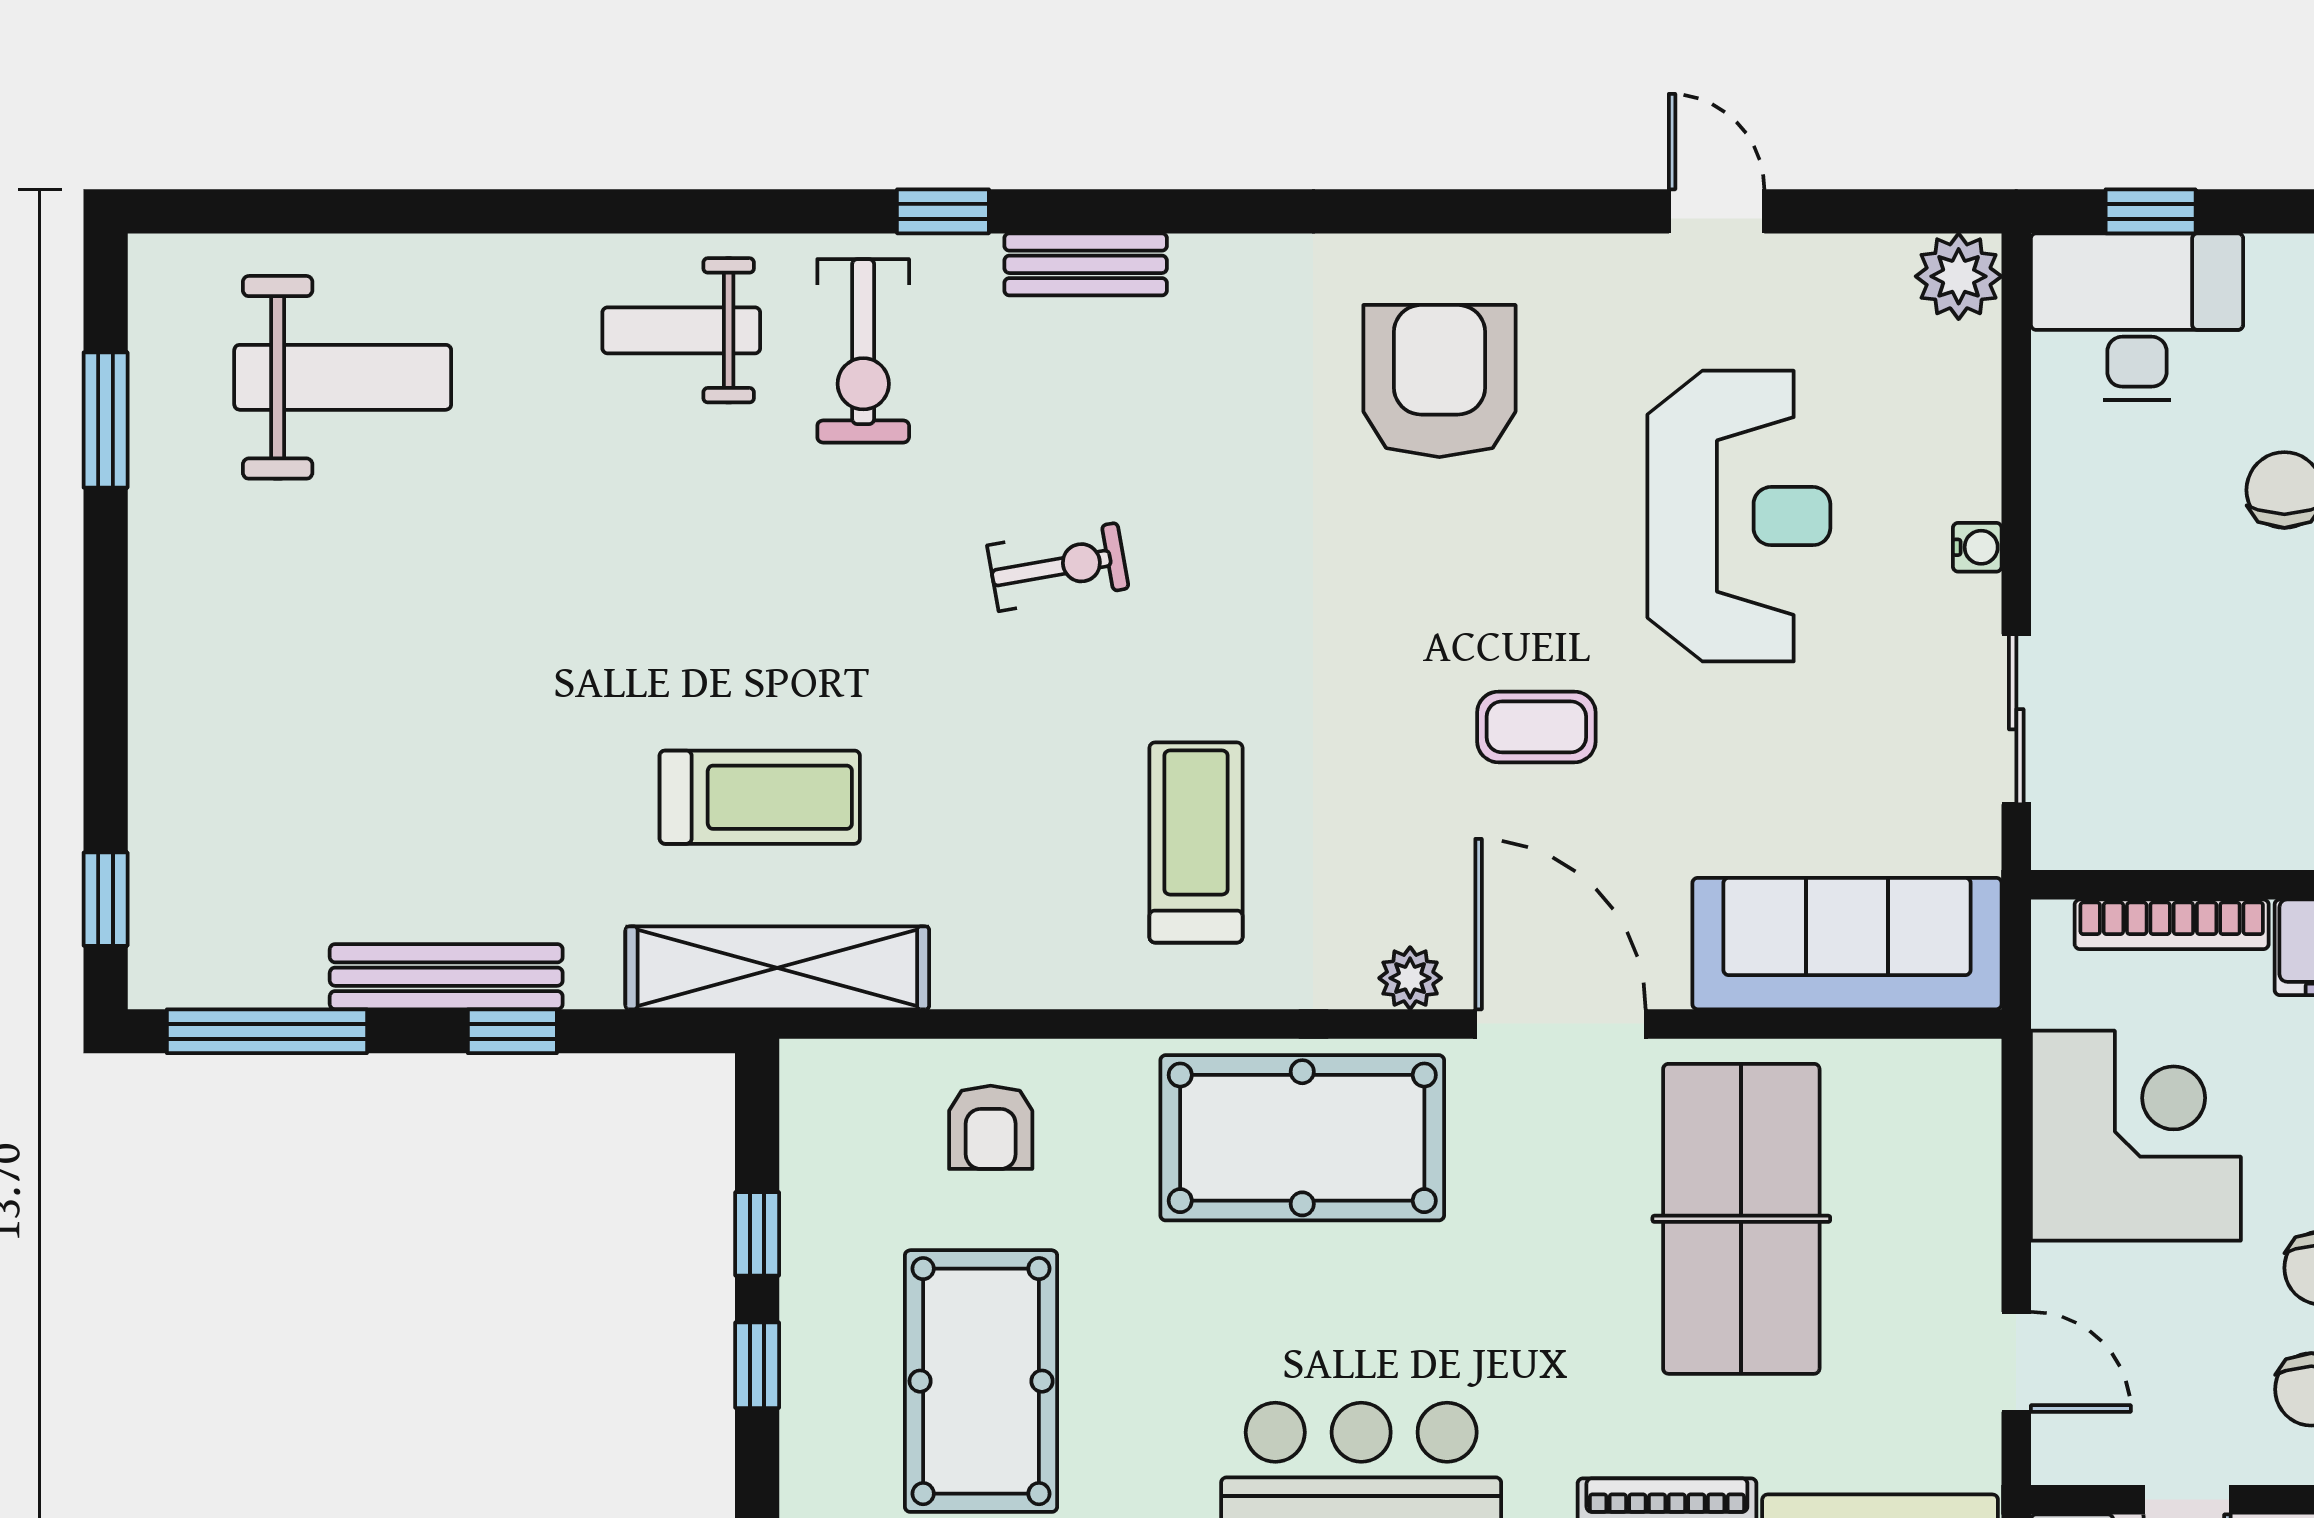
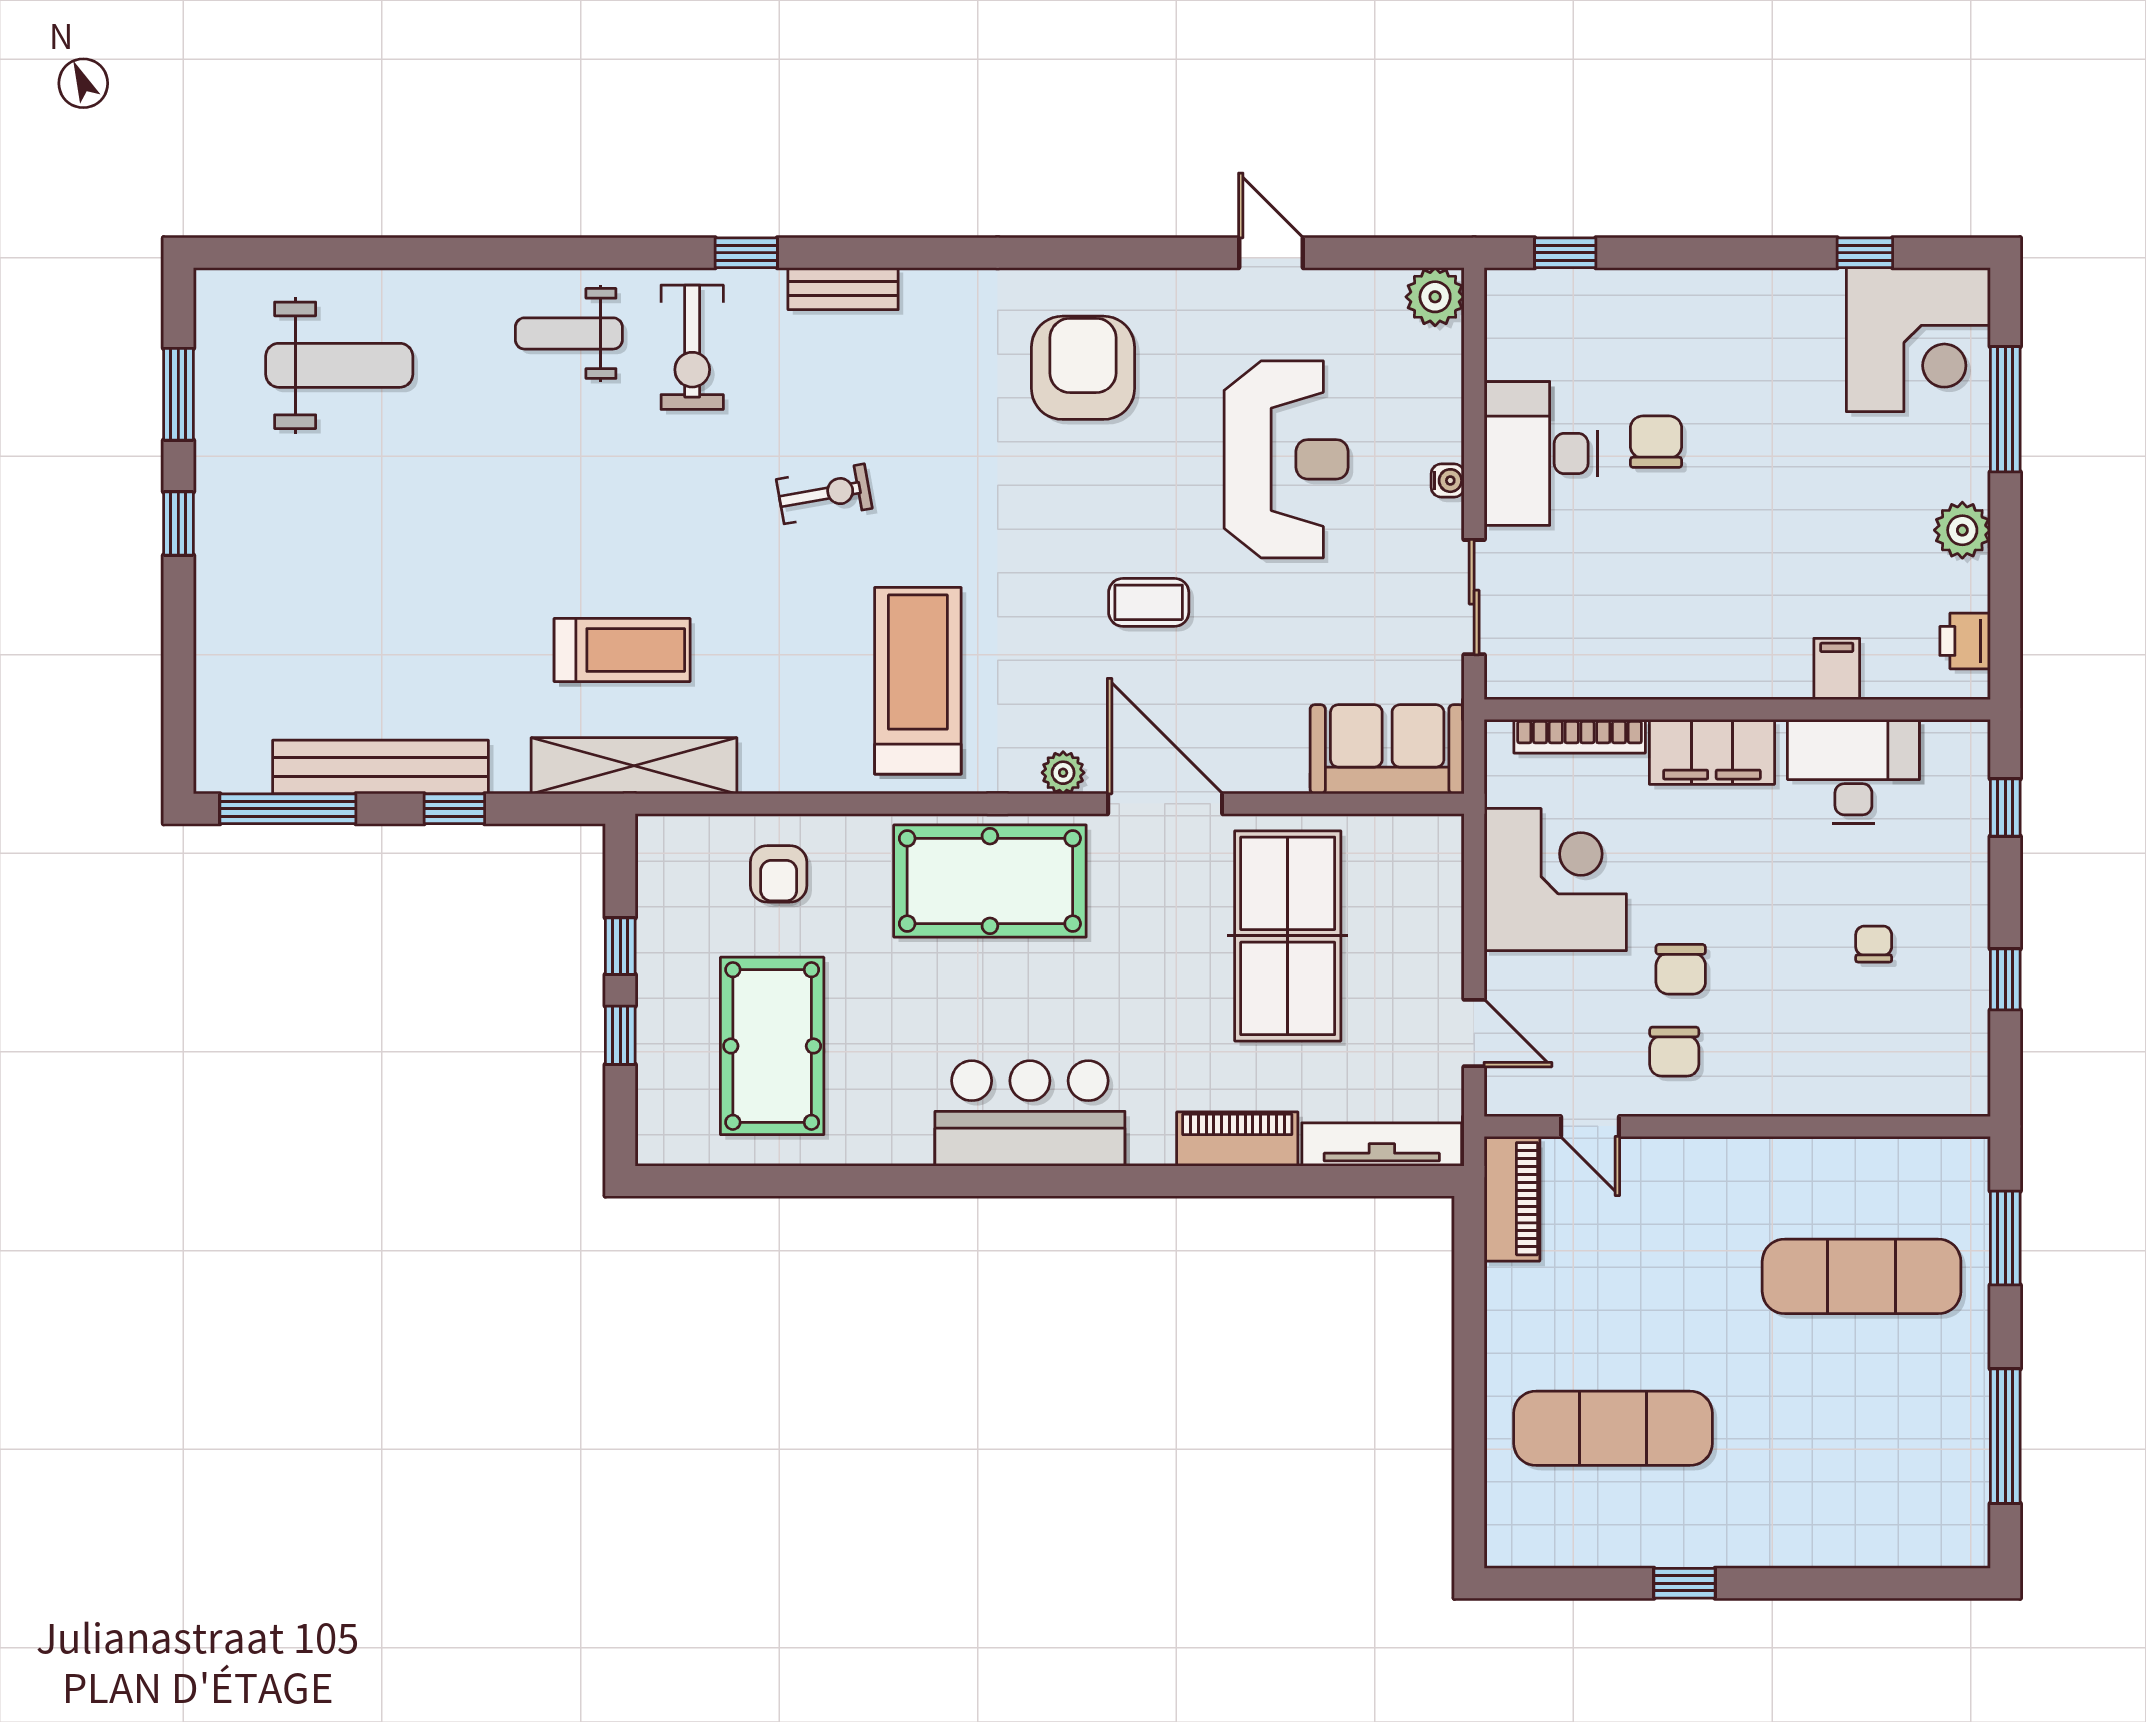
desk: (2137, 317) -> (1541, 454), moved, turned -90
treadmill: (1196, 843) -> (918, 681), width x1.37, depth x1.38
window: (106, 899) -> (178, 523), moved
sofa: (1847, 944) -> (1387, 749), width x0.73
bench: (446, 977) -> (380, 767), width x1.37, depth x1.21

